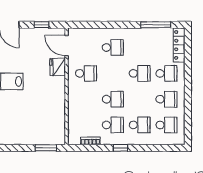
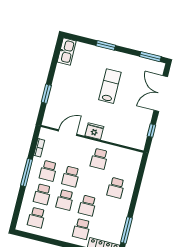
door: (67, 46) -> (68, 133), moved
fridge: (58, 67) -> (94, 131), moved
school desk: (166, 99) -> (65, 200), moved
window: (46, 148) -> (46, 94), moved
window: (121, 148) -> (27, 173), width x2.17

